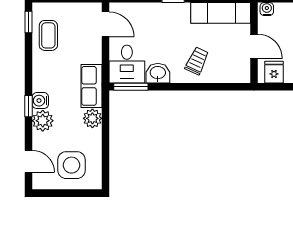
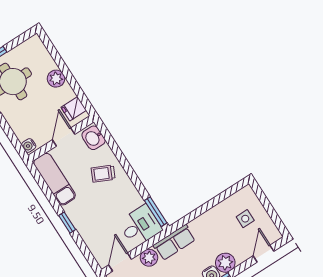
washbasin: (158, 73) -> (93, 138), moved
plant: (92, 118) -> (149, 258), moved
side table: (72, 165) -> (245, 219), width x0.54, depth x0.54

